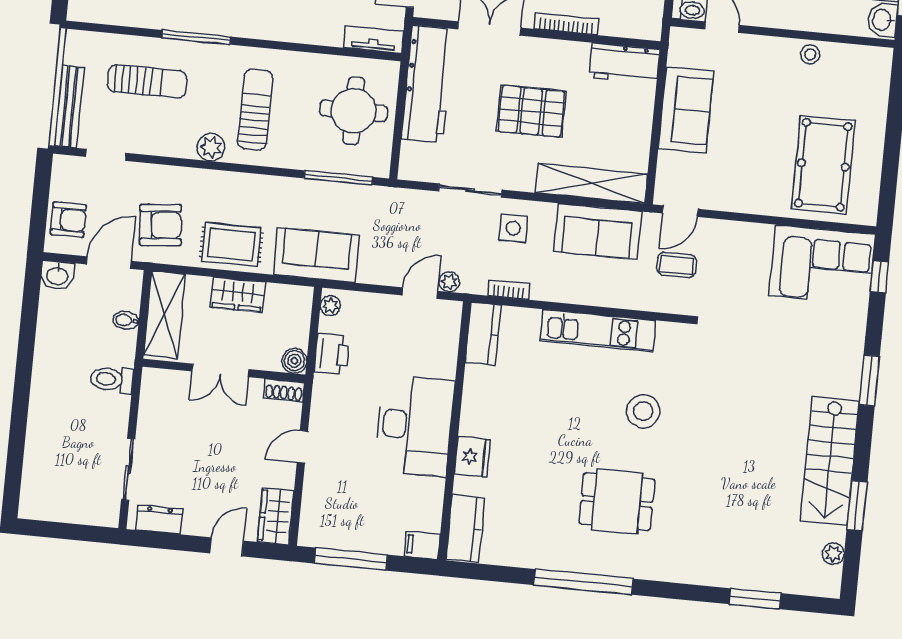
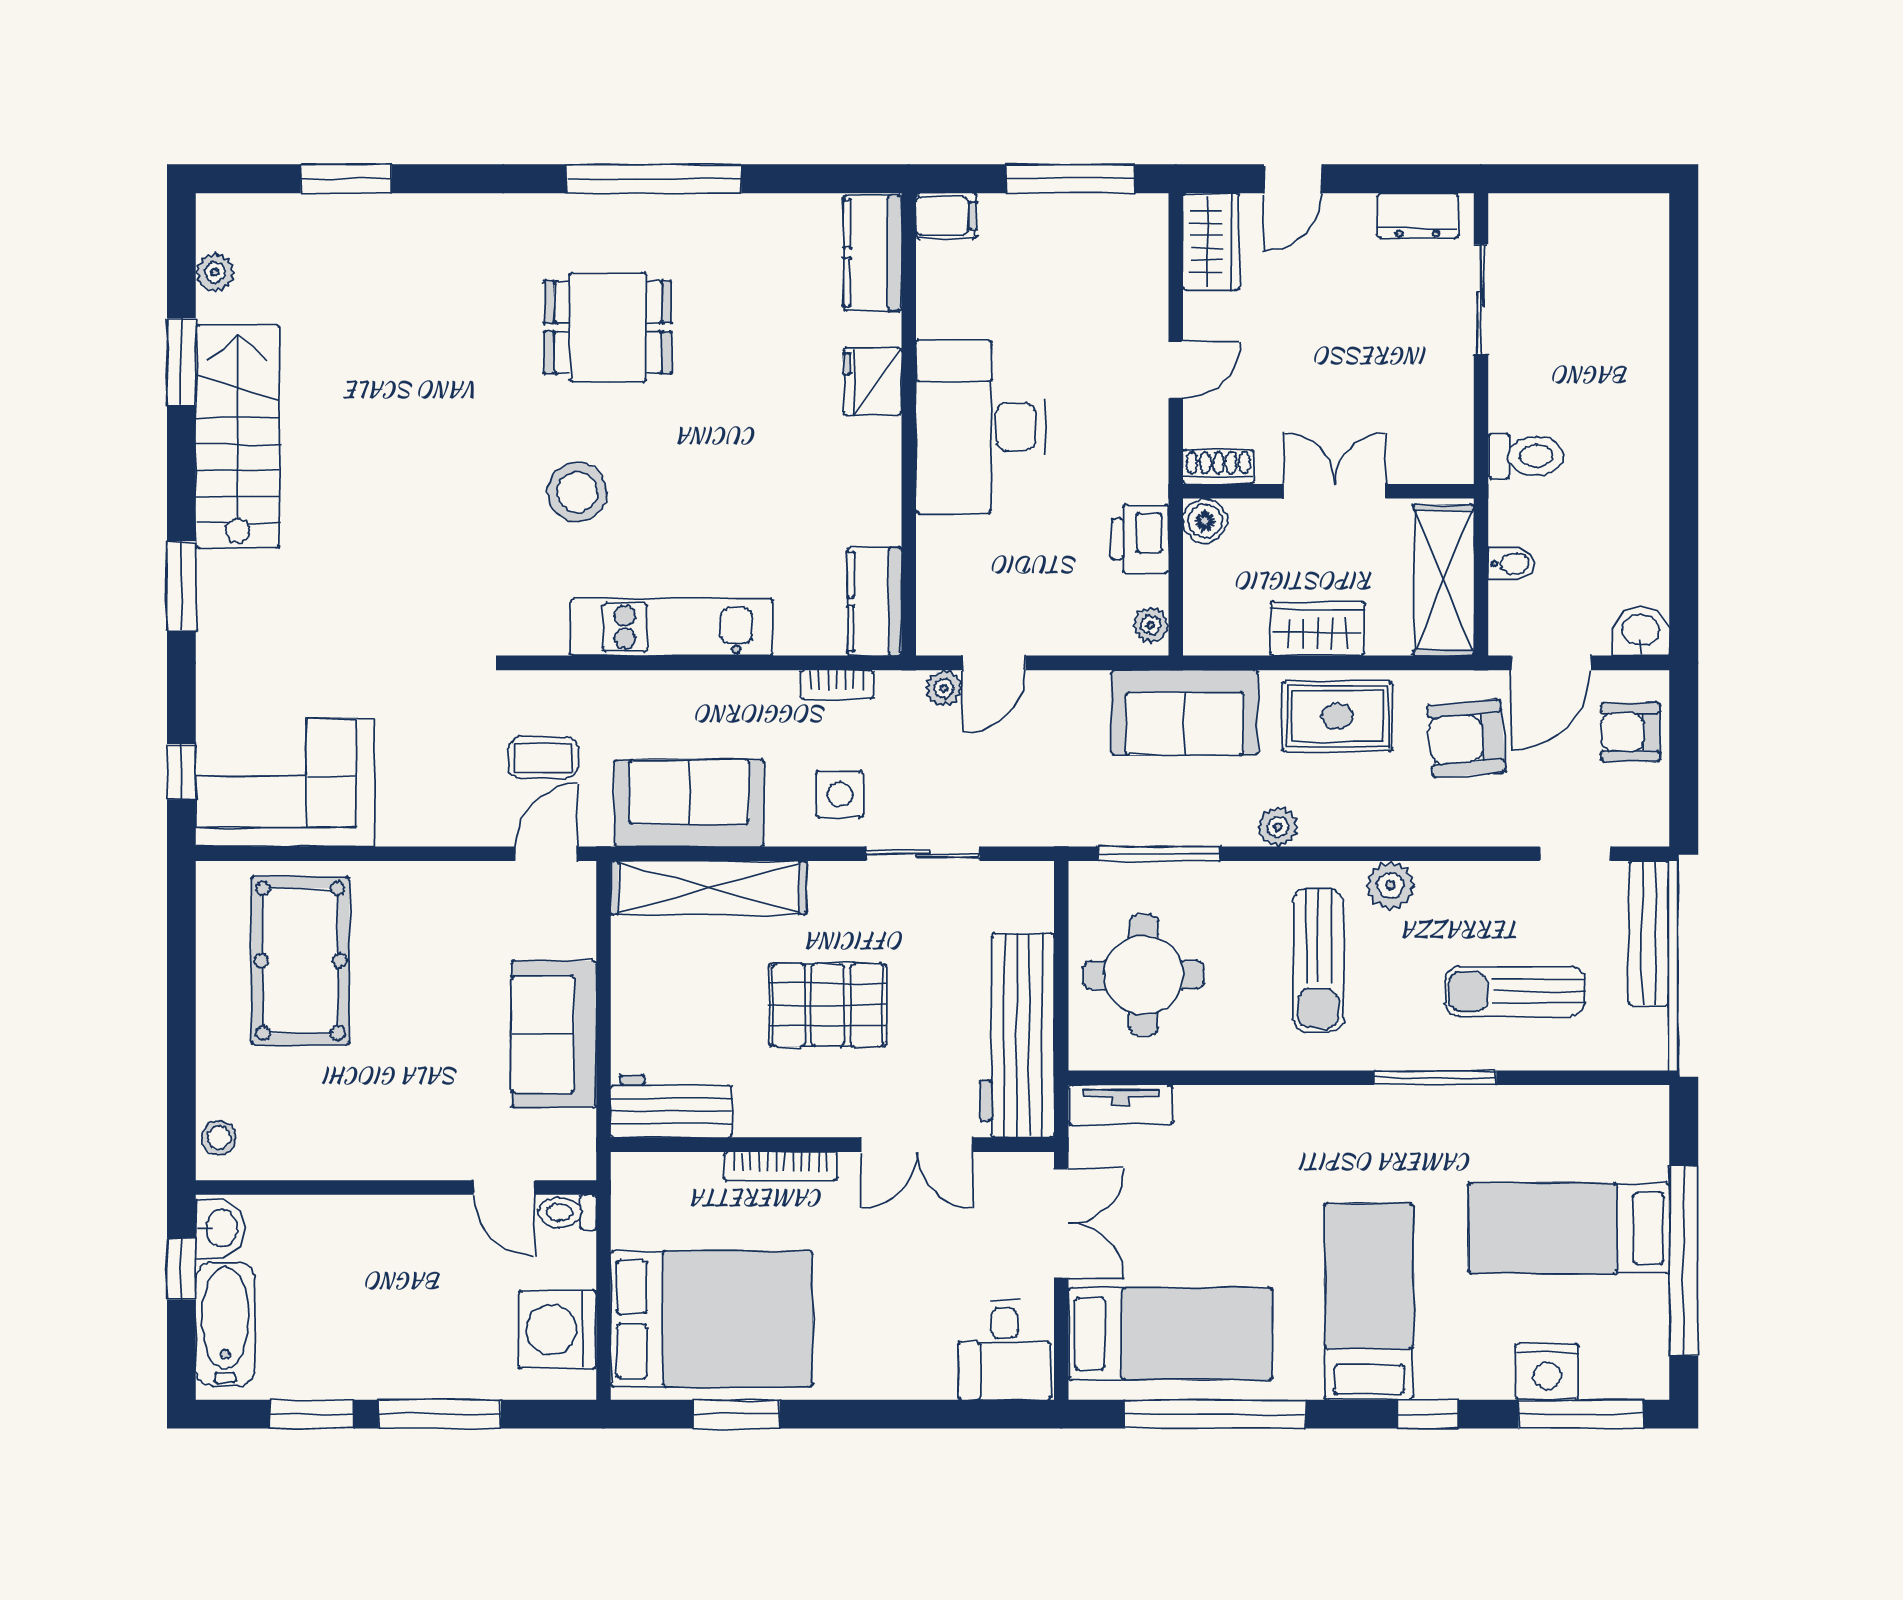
stool: (810, 54) -> (219, 1138), moved
plant: (271, 186) -> (1278, 827), added

